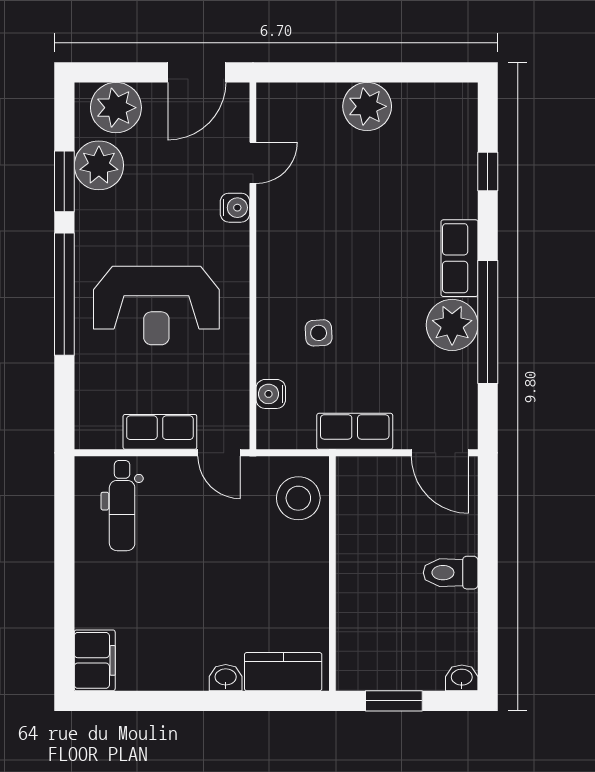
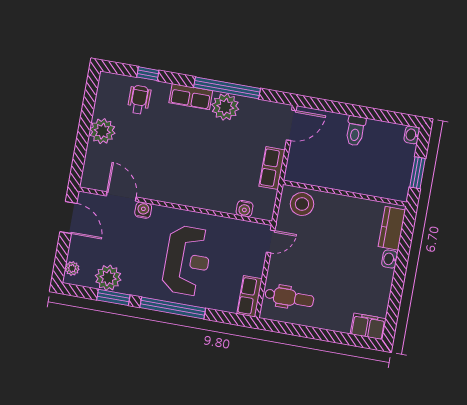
plant: (116, 108) -> (72, 268), width x0.53, depth x0.53
door: (253, 163) -> (121, 196), width x1.37
wheelchair: (437, 164) -> (139, 100), added
side table: (319, 333) -> (217, 178), removed
row of seats: (160, 432) -> (250, 296), moved

